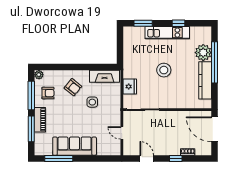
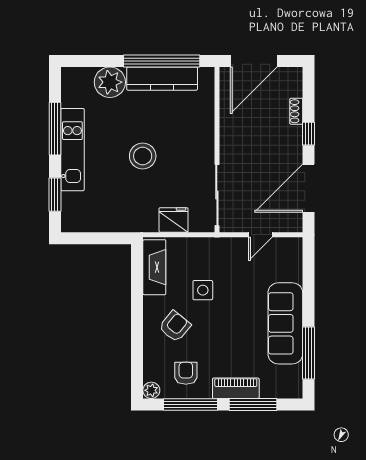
window: (178, 23) -> (55, 129), width x2.17
window: (215, 62) -> (162, 61), moved
door: (147, 158) -> (308, 188), width x1.88

